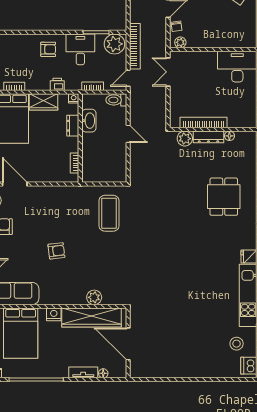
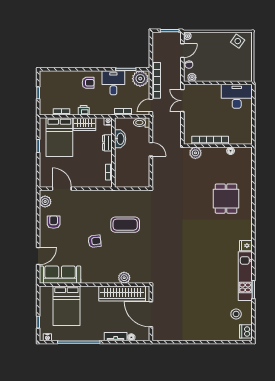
printer: (57, 84) -> (84, 110), moved
dresser: (208, 137) -> (214, 152), removed
coffee table: (109, 213) -> (125, 225), moved, turned 90
nightstand: (54, 314) -> (92, 291), removed

